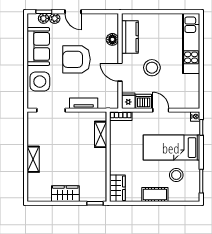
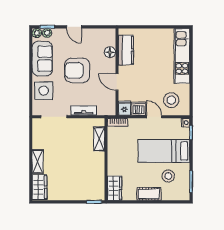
plant: (55, 18) -> (37, 33), moved
stool: (152, 68) -> (171, 100), moved
wardrobe: (65, 194) -> (39, 187), moved, turned 90

